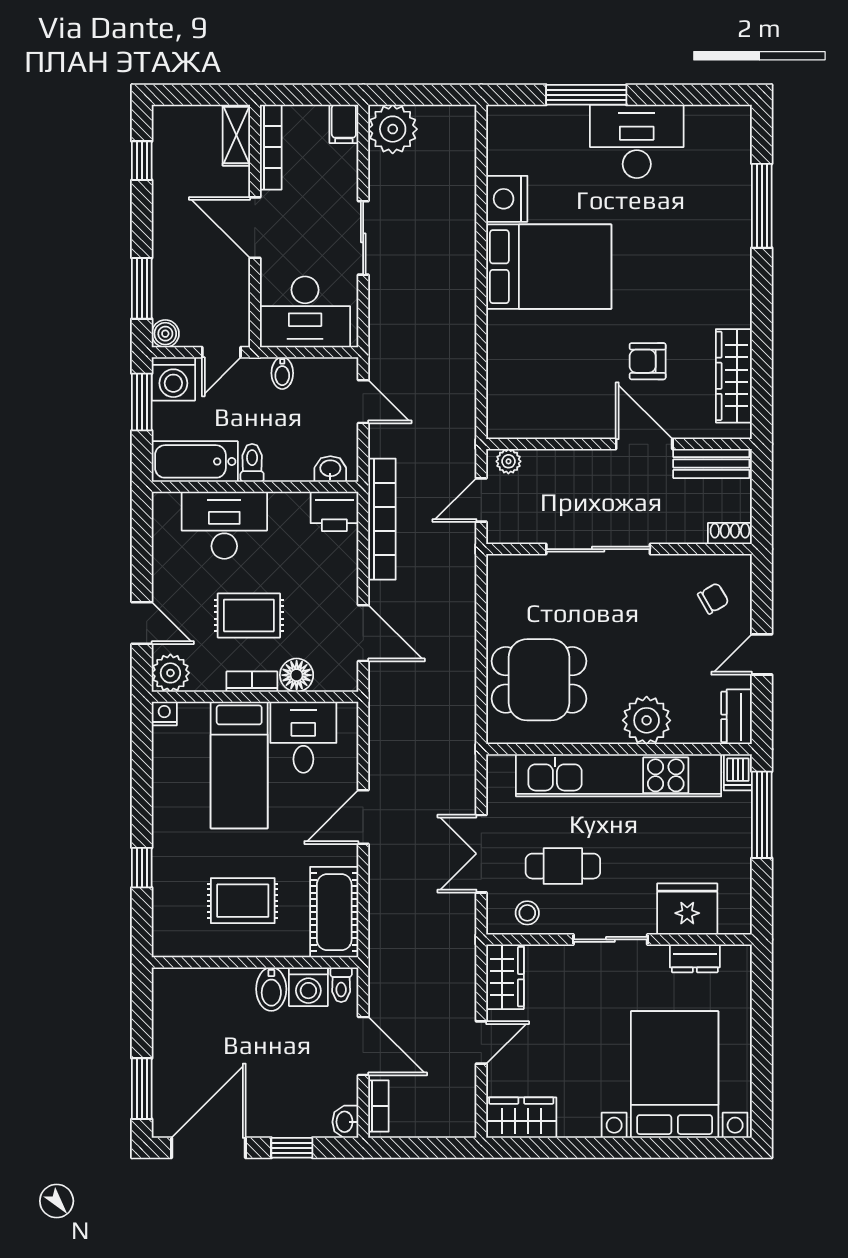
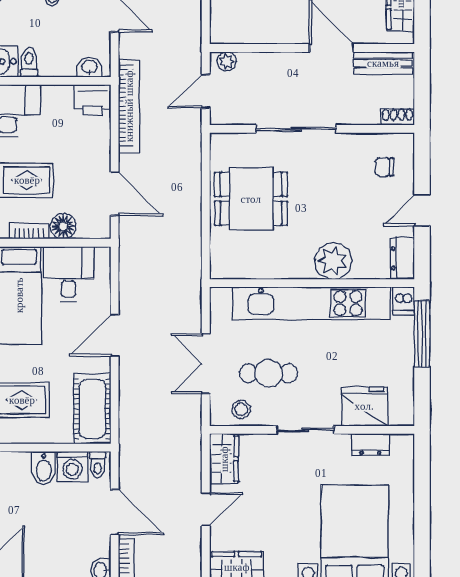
chair: (713, 598) -> (385, 167), turned -150
dining table: (539, 680) -> (251, 199), moved

